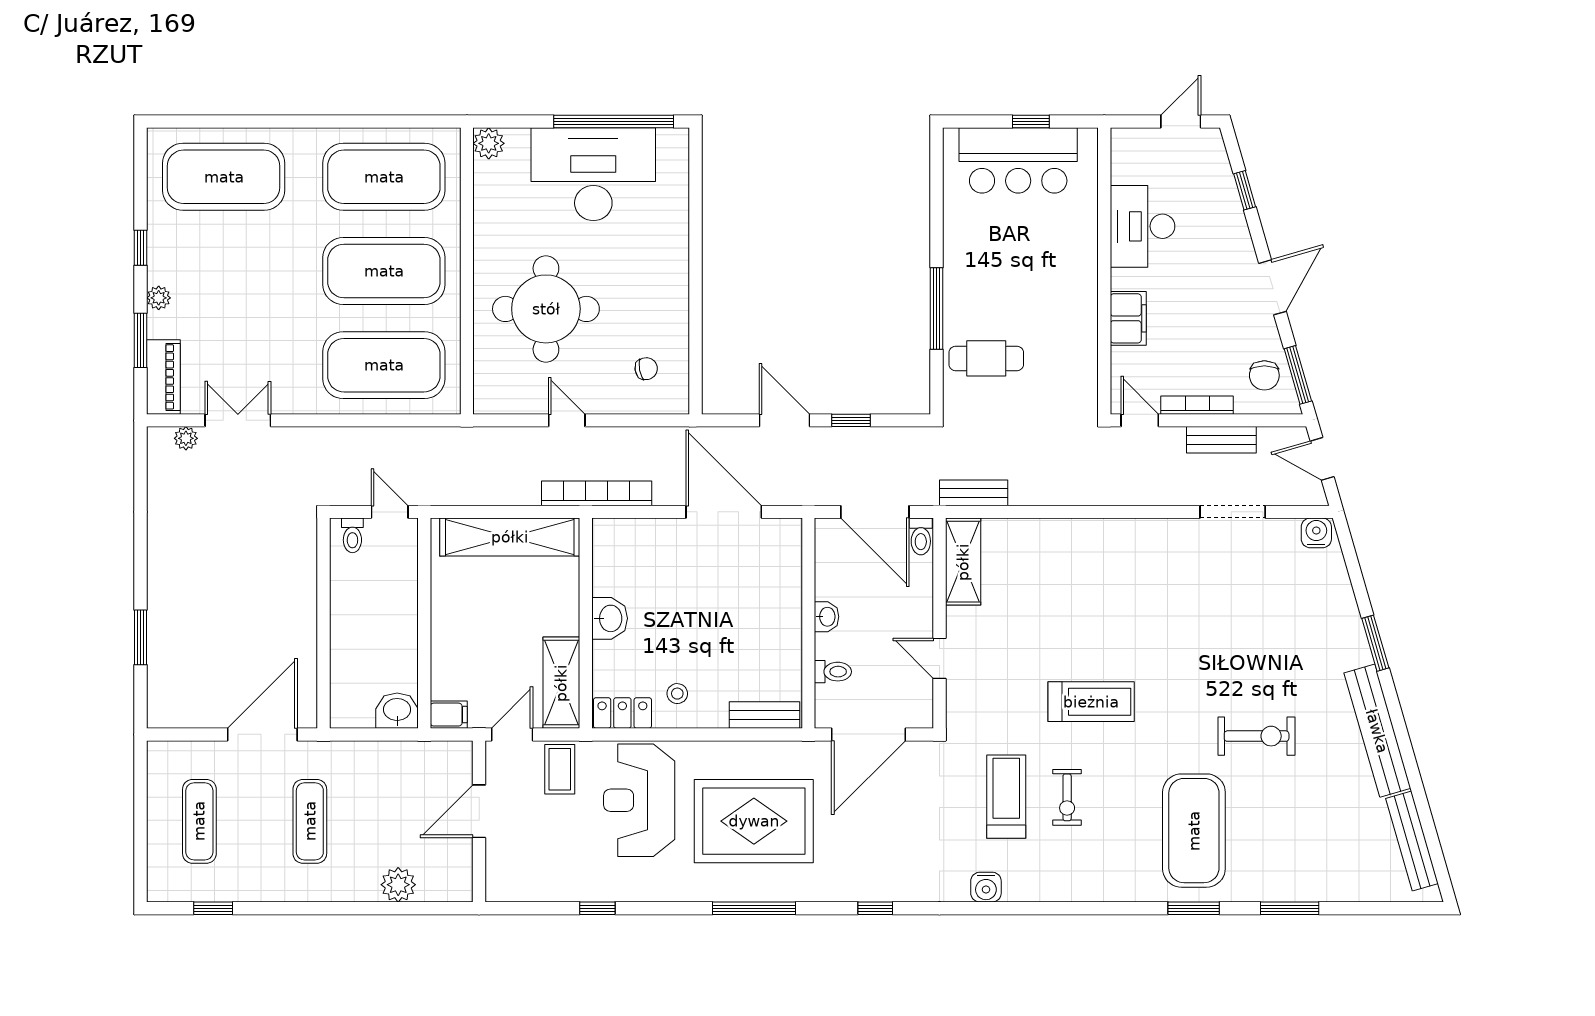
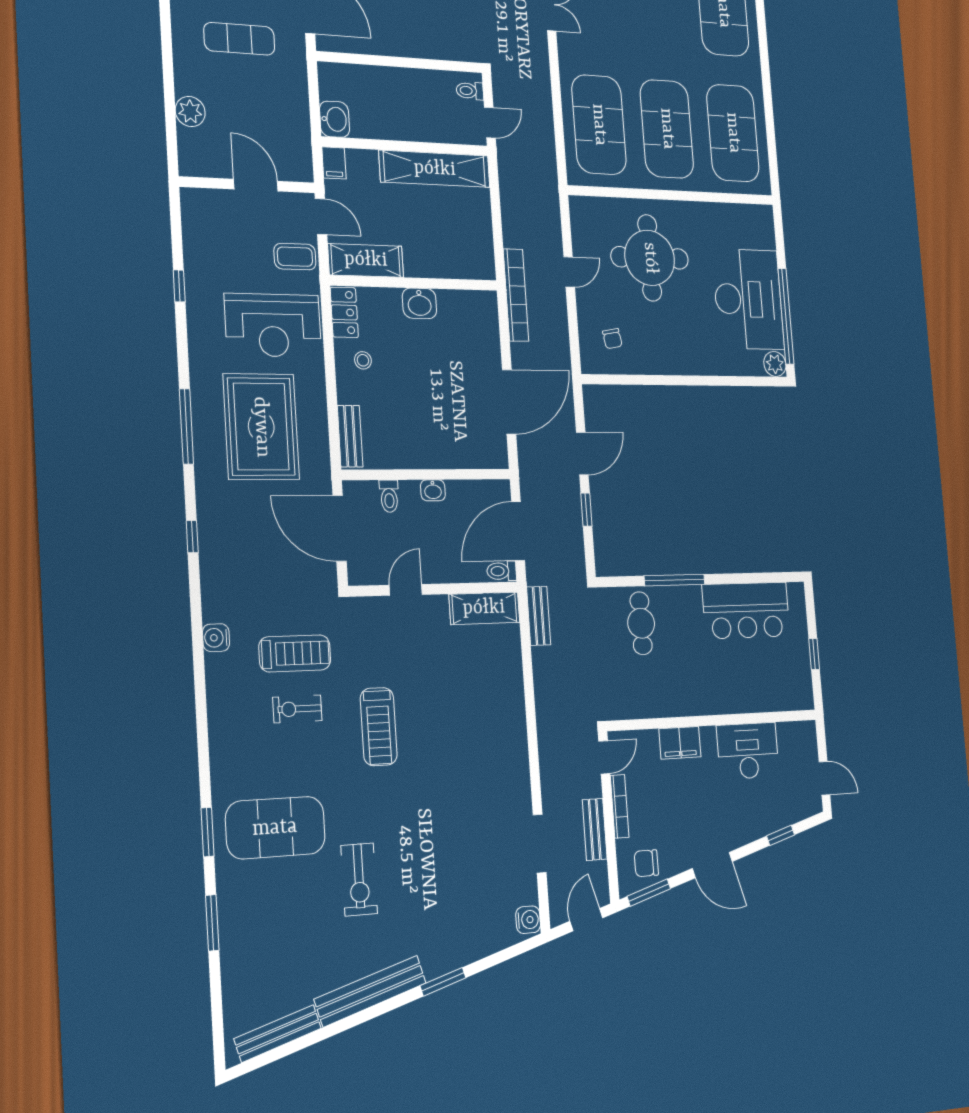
plant: (489, 143) -> (775, 364), moved
bar counter: (1018, 160) -> (746, 610), moved, turned -90
shelving: (510, 537) -> (435, 169), moved, turned 90
reception desk: (639, 800) -> (273, 325), turned 180

